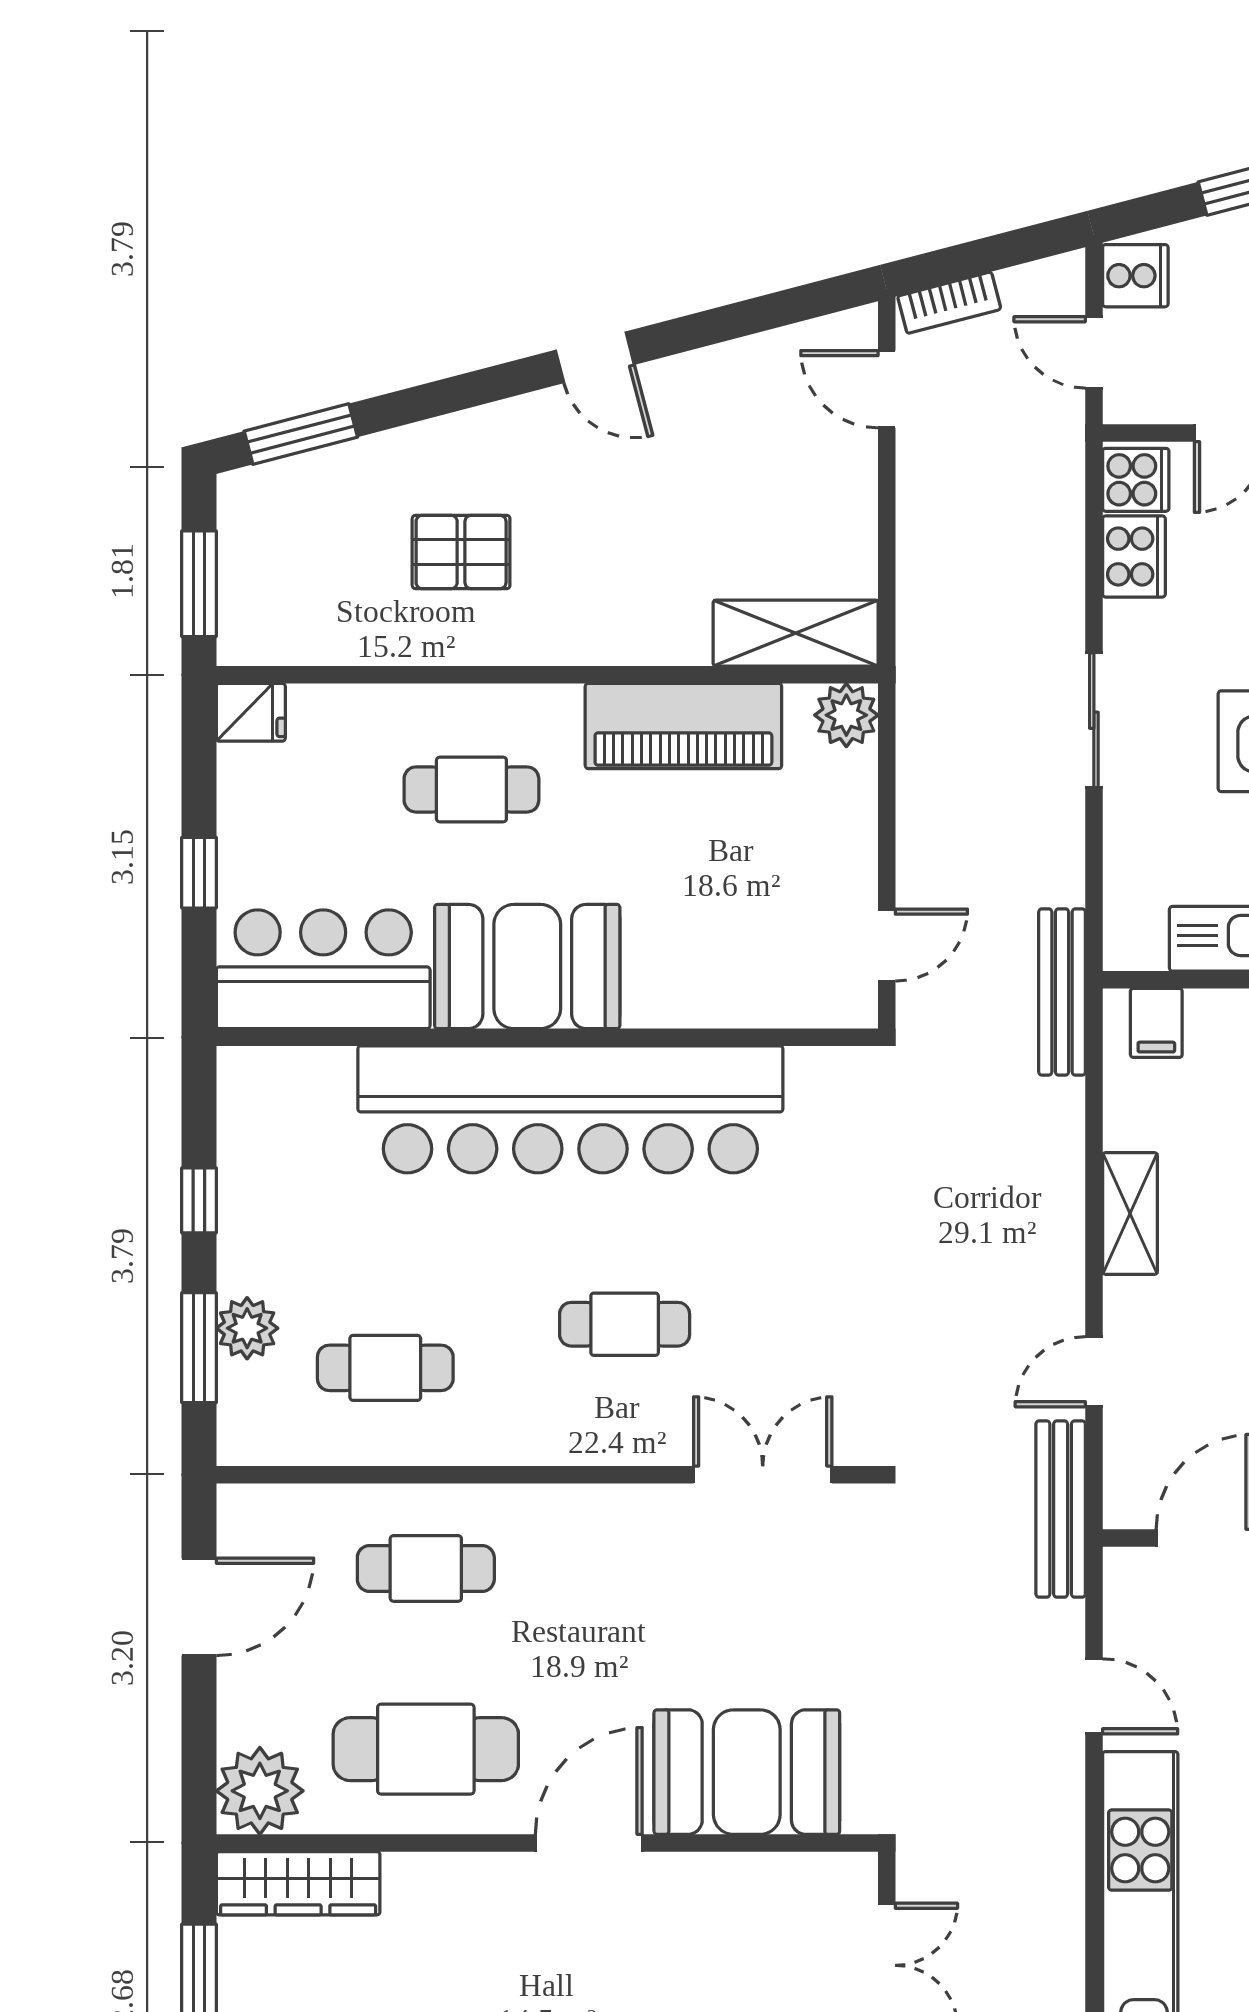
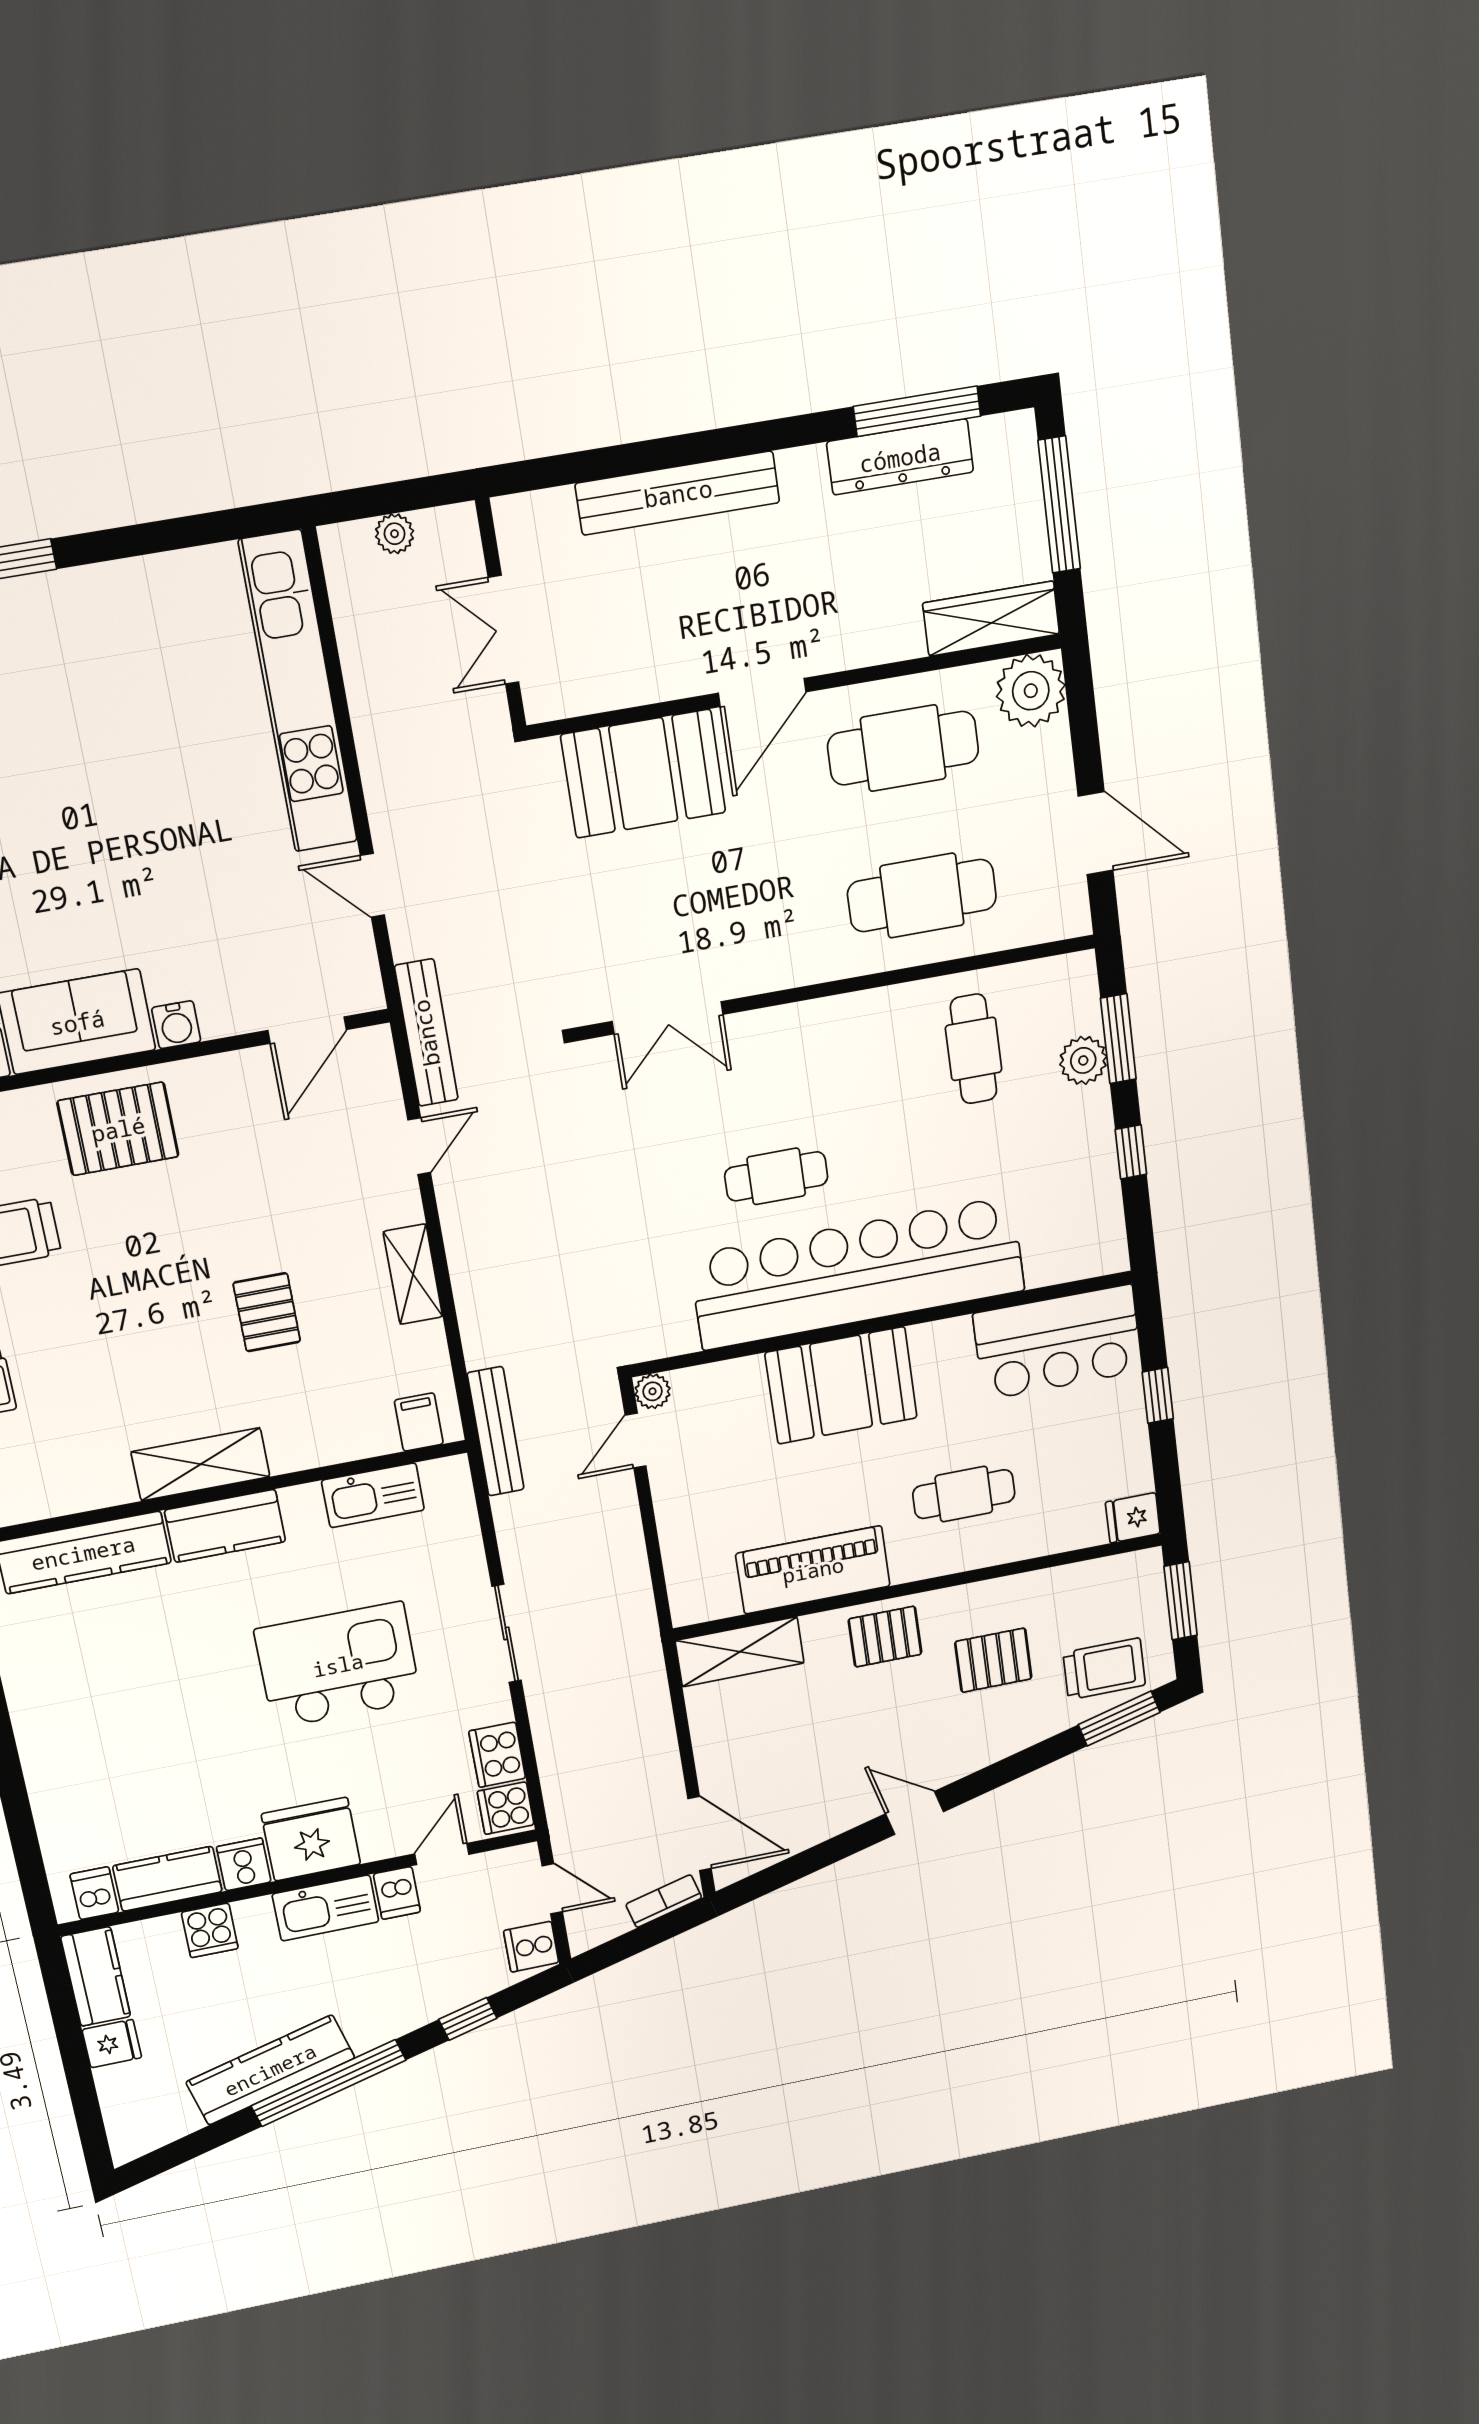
door: (887, 389) -> (700, 1834), width x1.38
trolley: (313, 509) -> (1104, 1669), added
pallet: (601, 615) -> (885, 1637), added
plant: (846, 715) -> (652, 1391), moved, width x0.73, depth x0.73
booth: (527, 966) -> (841, 1385), moved
cafe table: (625, 1324) -> (776, 1176), moved
cafe table: (385, 1368) -> (974, 1049), turned 90
cafe table: (426, 1568) -> (922, 896), width x1.37, depth x1.35
door: (199, 1607) -> (1096, 833), swing flipped

